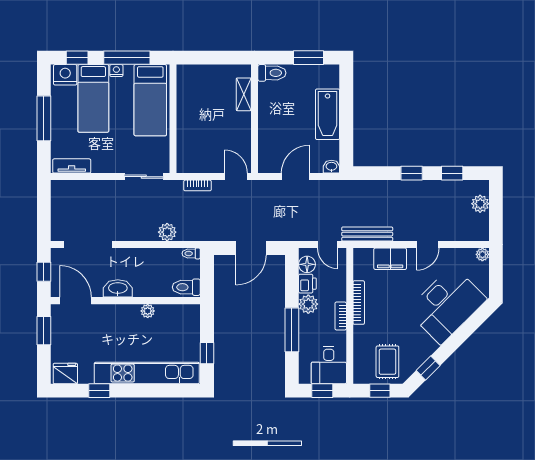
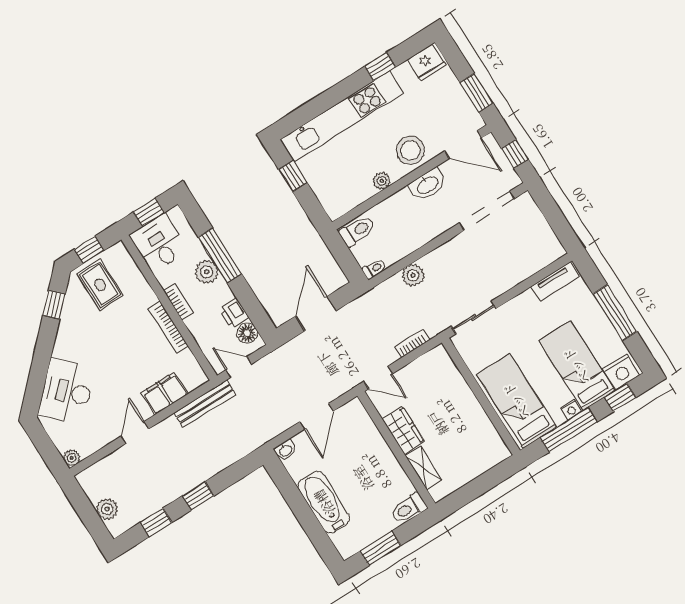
wardrobe: (241, 129) -> (403, 430), added
plant: (308, 304) -> (207, 272), moved
desk: (447, 305) -> (67, 391), width x0.73, depth x0.77
stool: (115, 320) -> (410, 150), added

